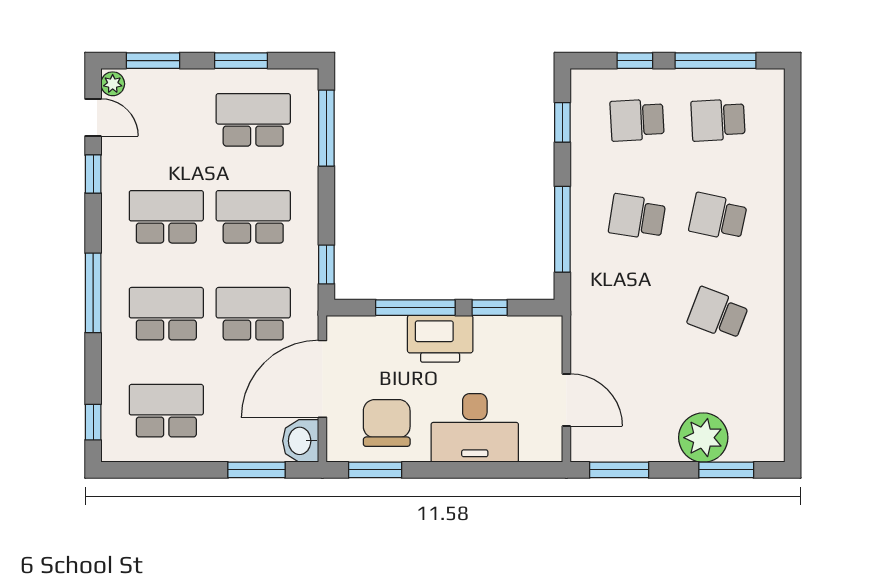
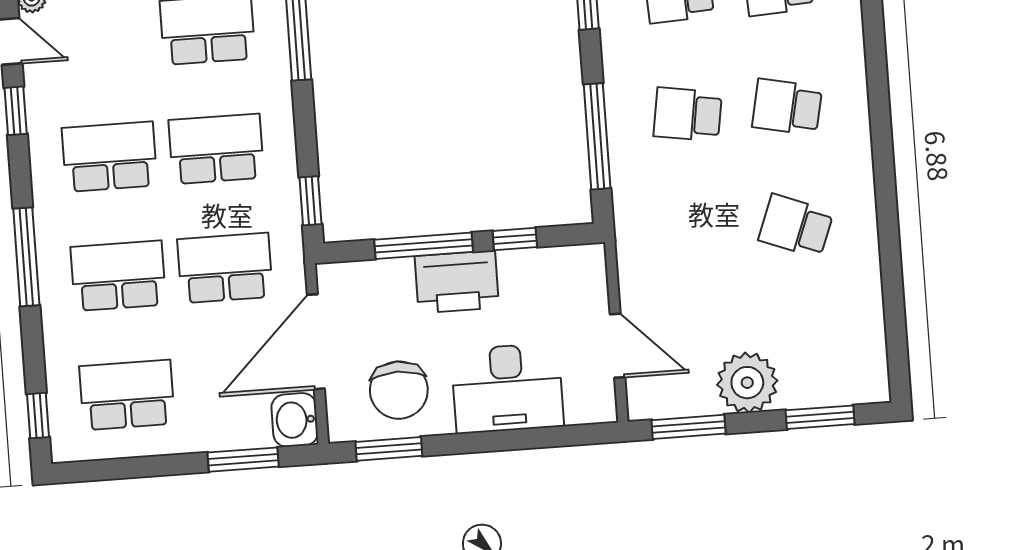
chair: (387, 423) -> (399, 390), turned 180
plant: (703, 438) -> (747, 383), moved

